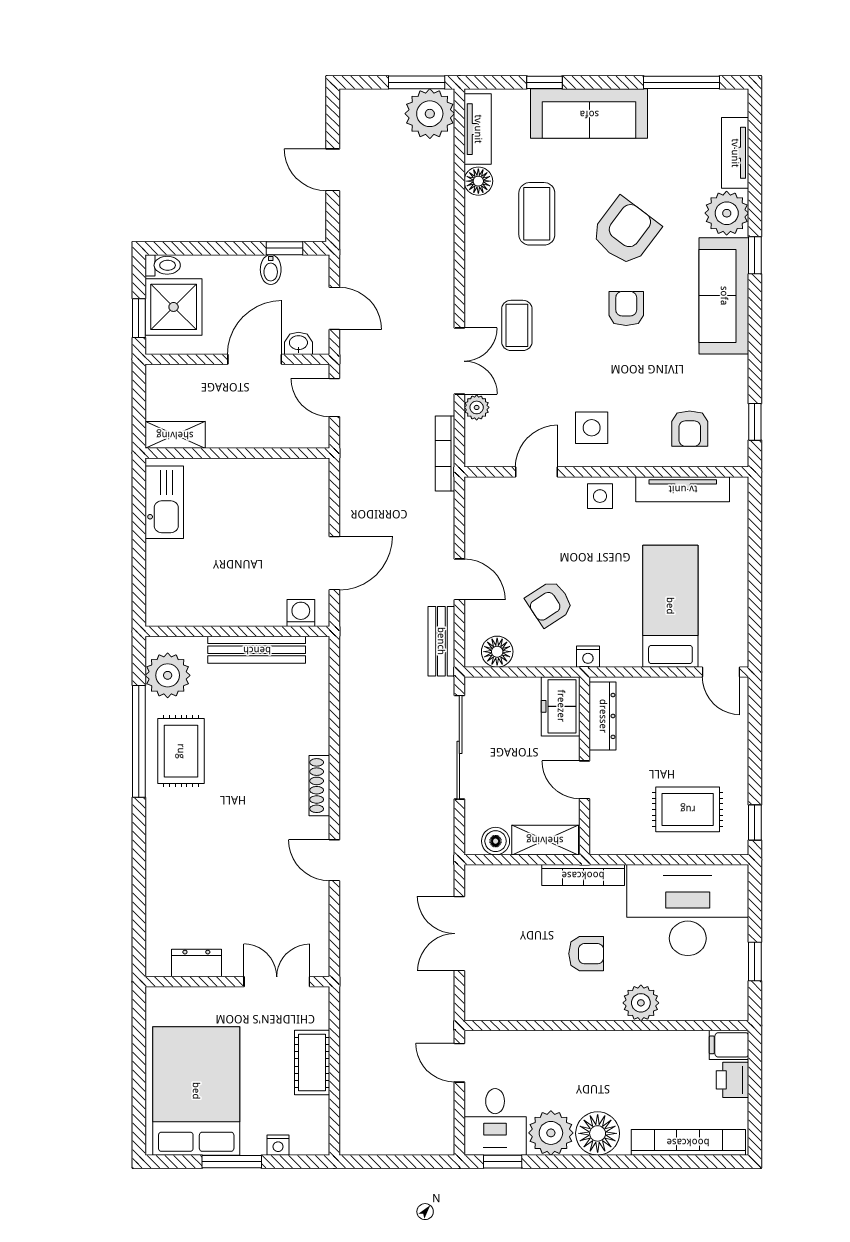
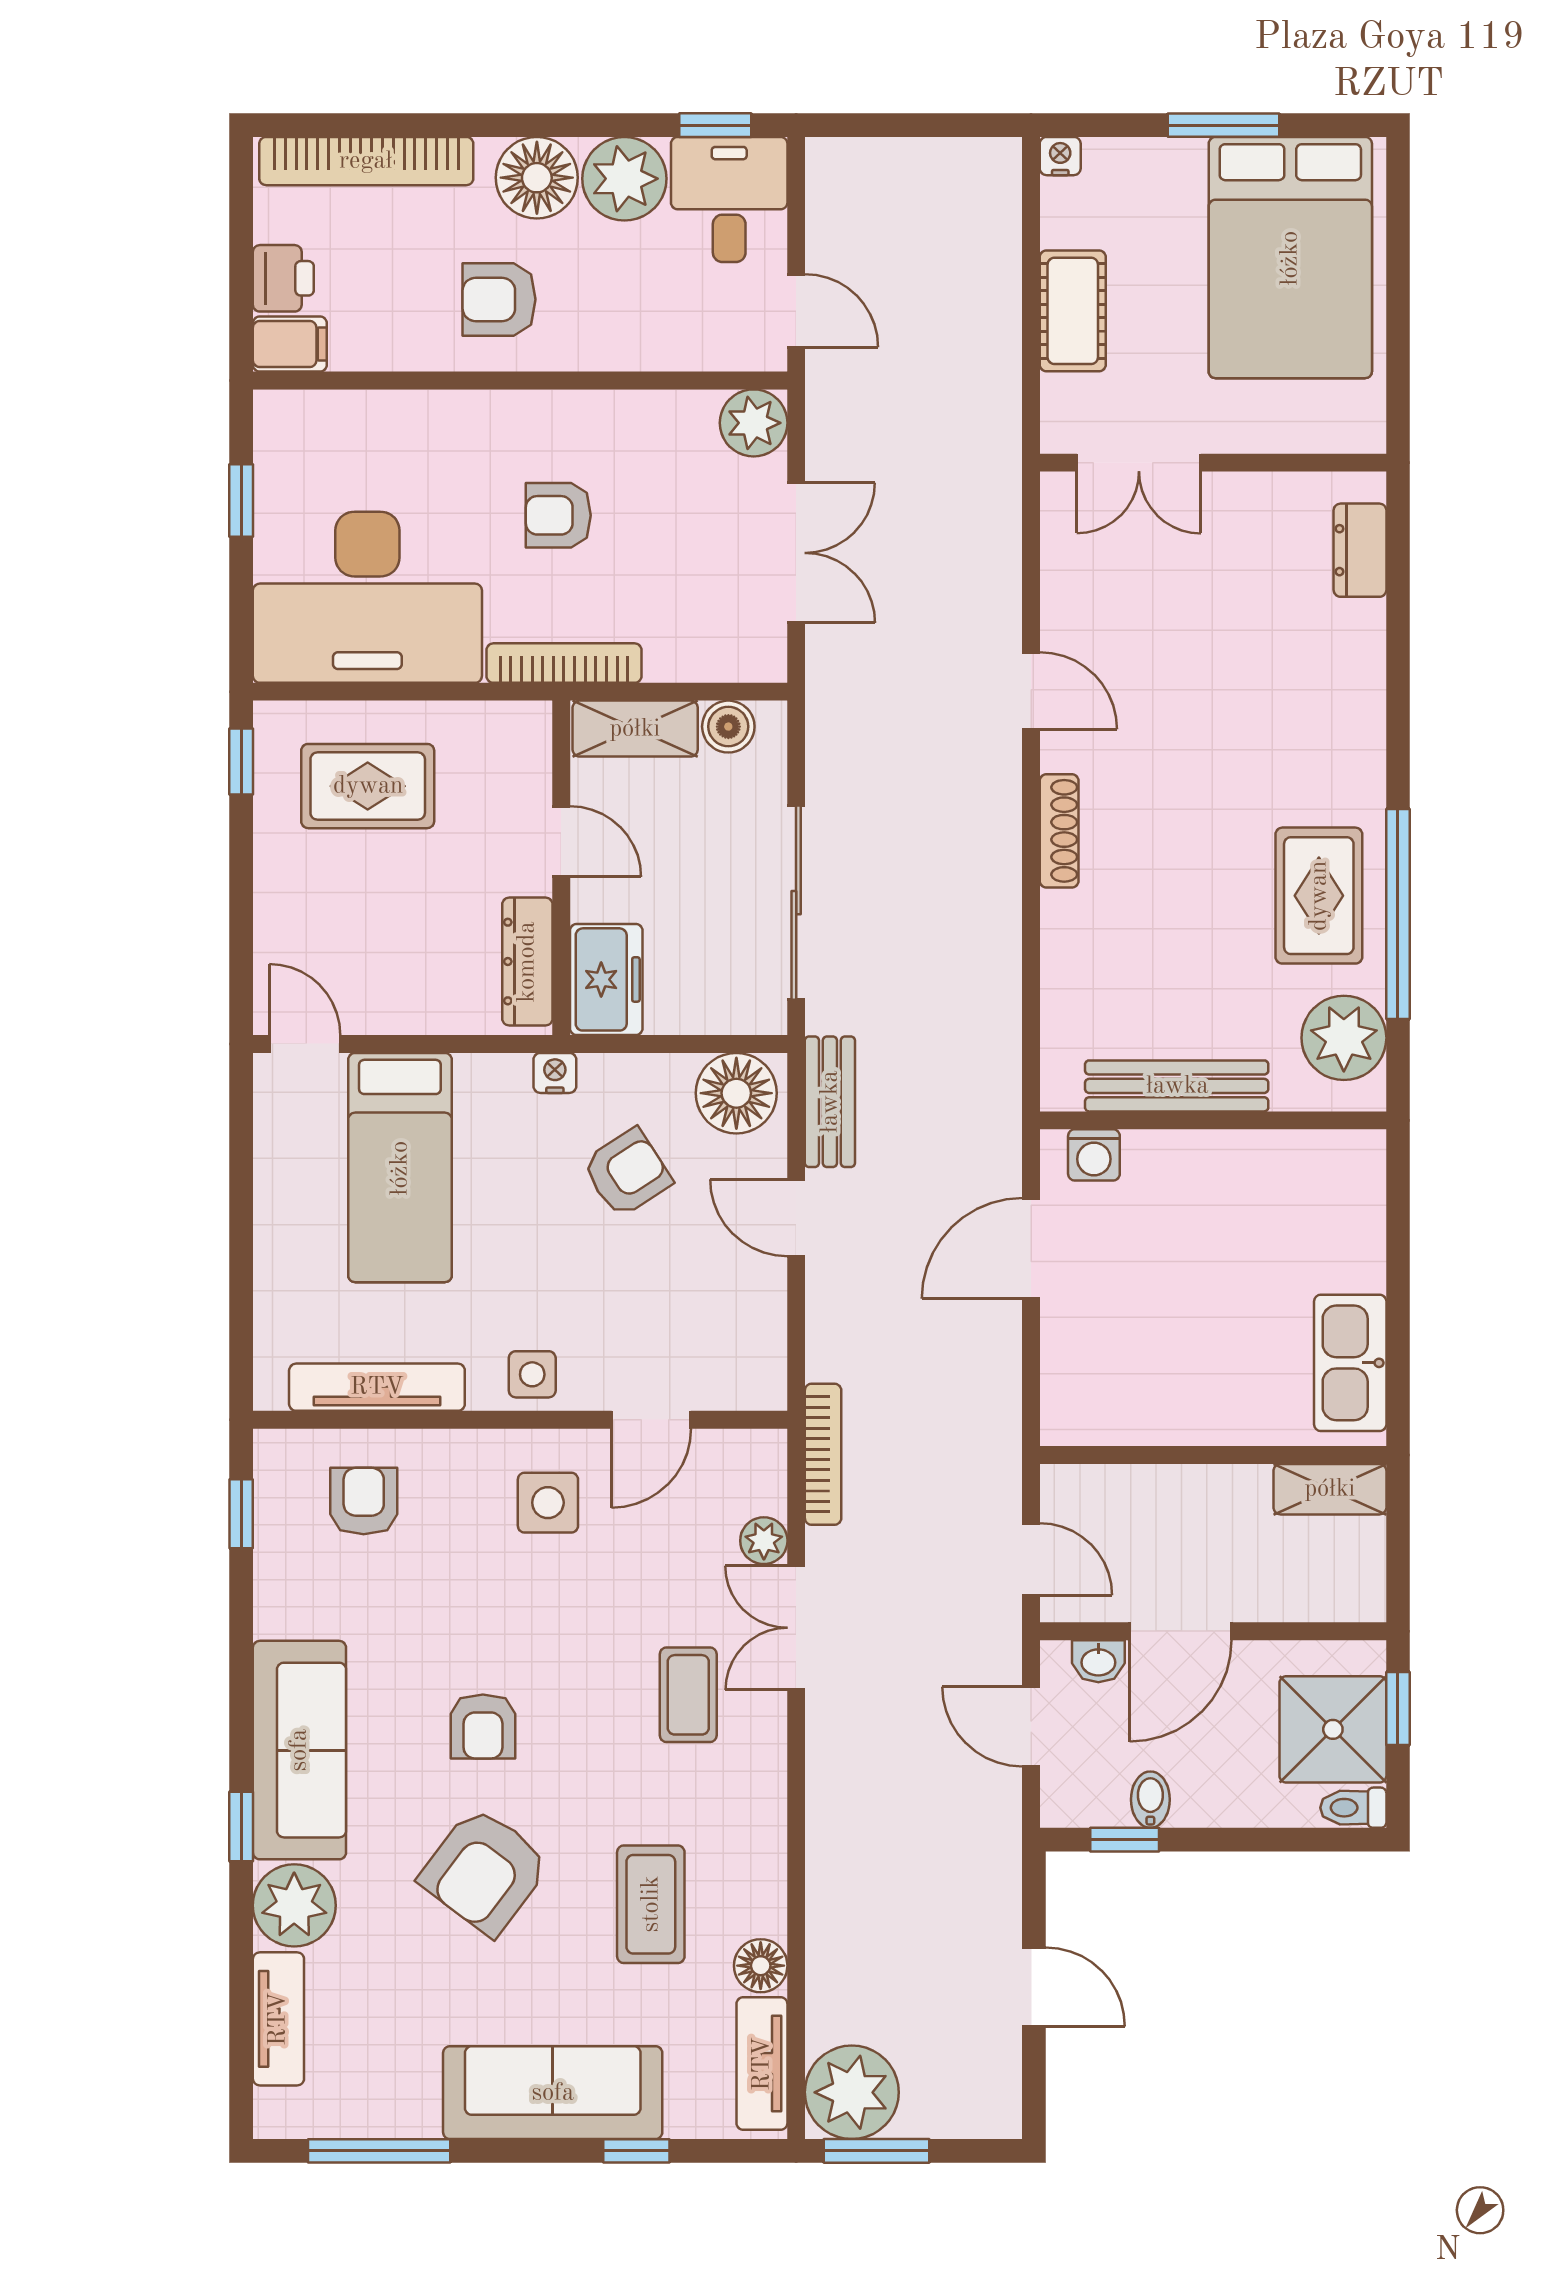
floor lamp: (497, 652) -> (736, 1093), width x1.38, depth x1.38
dresser: (196, 963) -> (1360, 550), moved, turned 90
plant: (641, 1003) -> (754, 423), moved
armchair: (618, 1069) -> (499, 299), added
nightstand: (278, 1145) -> (1060, 156), moved

